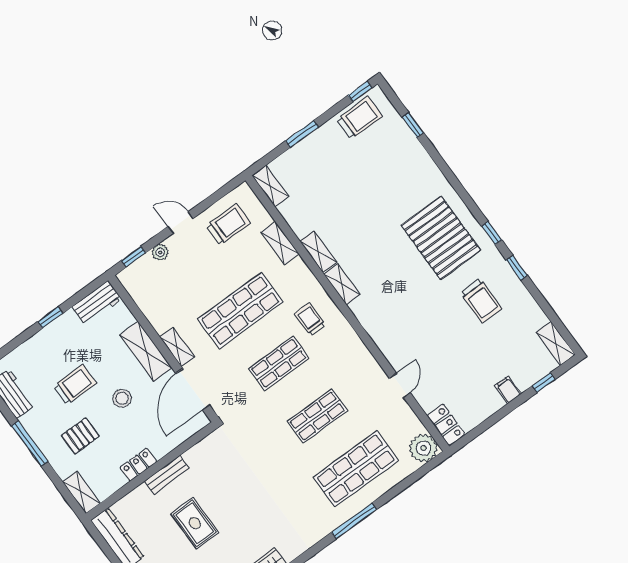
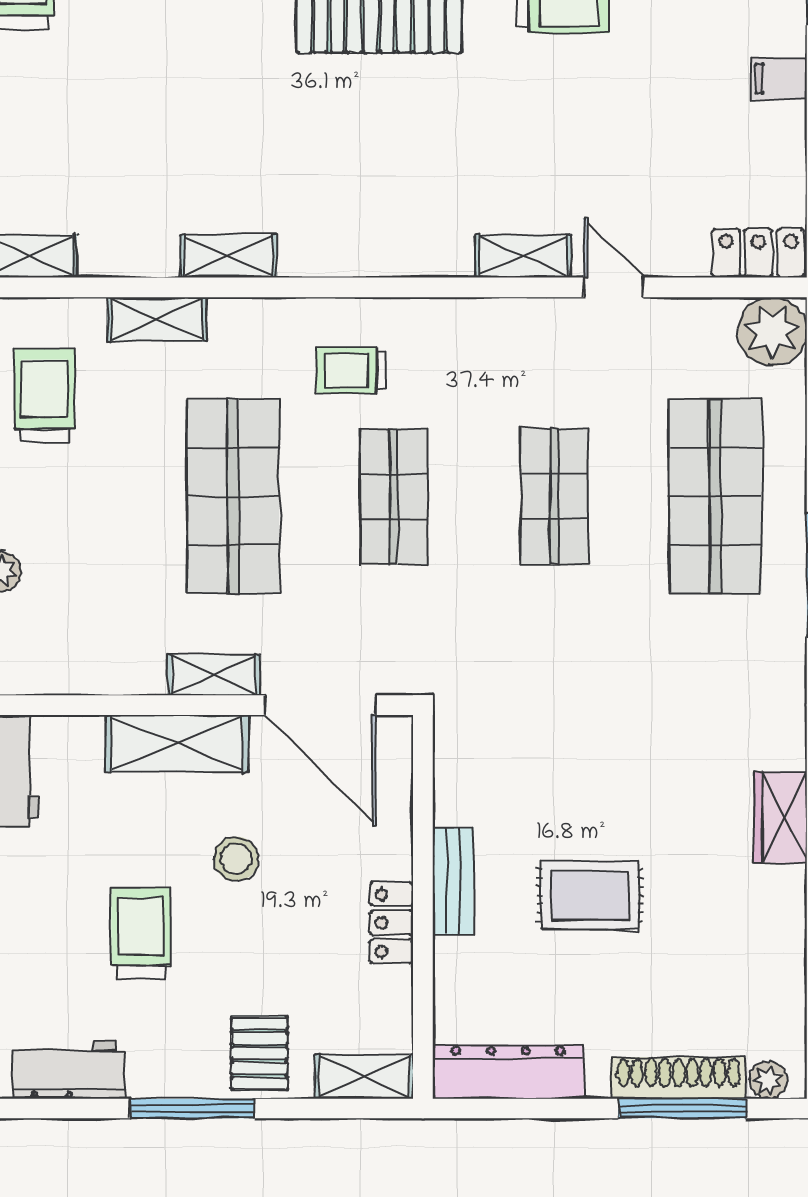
shelving: (342, 284) -> (523, 256), moved
pallet: (80, 436) -> (259, 1053), moved

